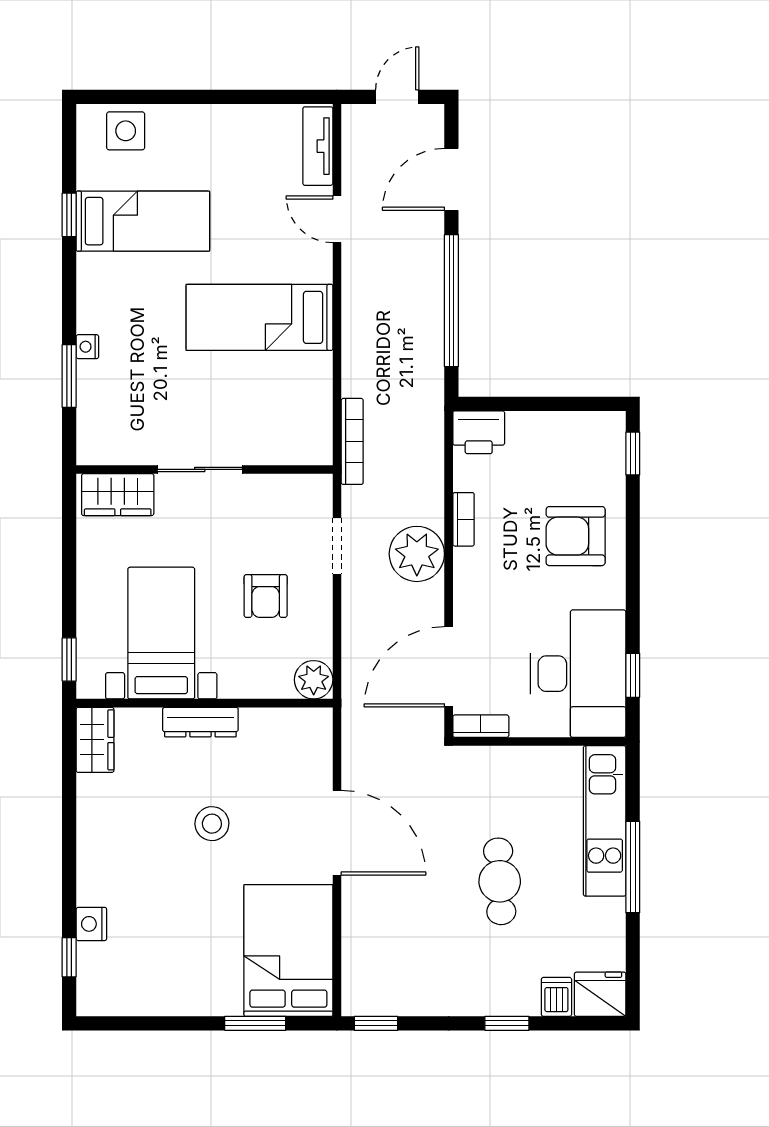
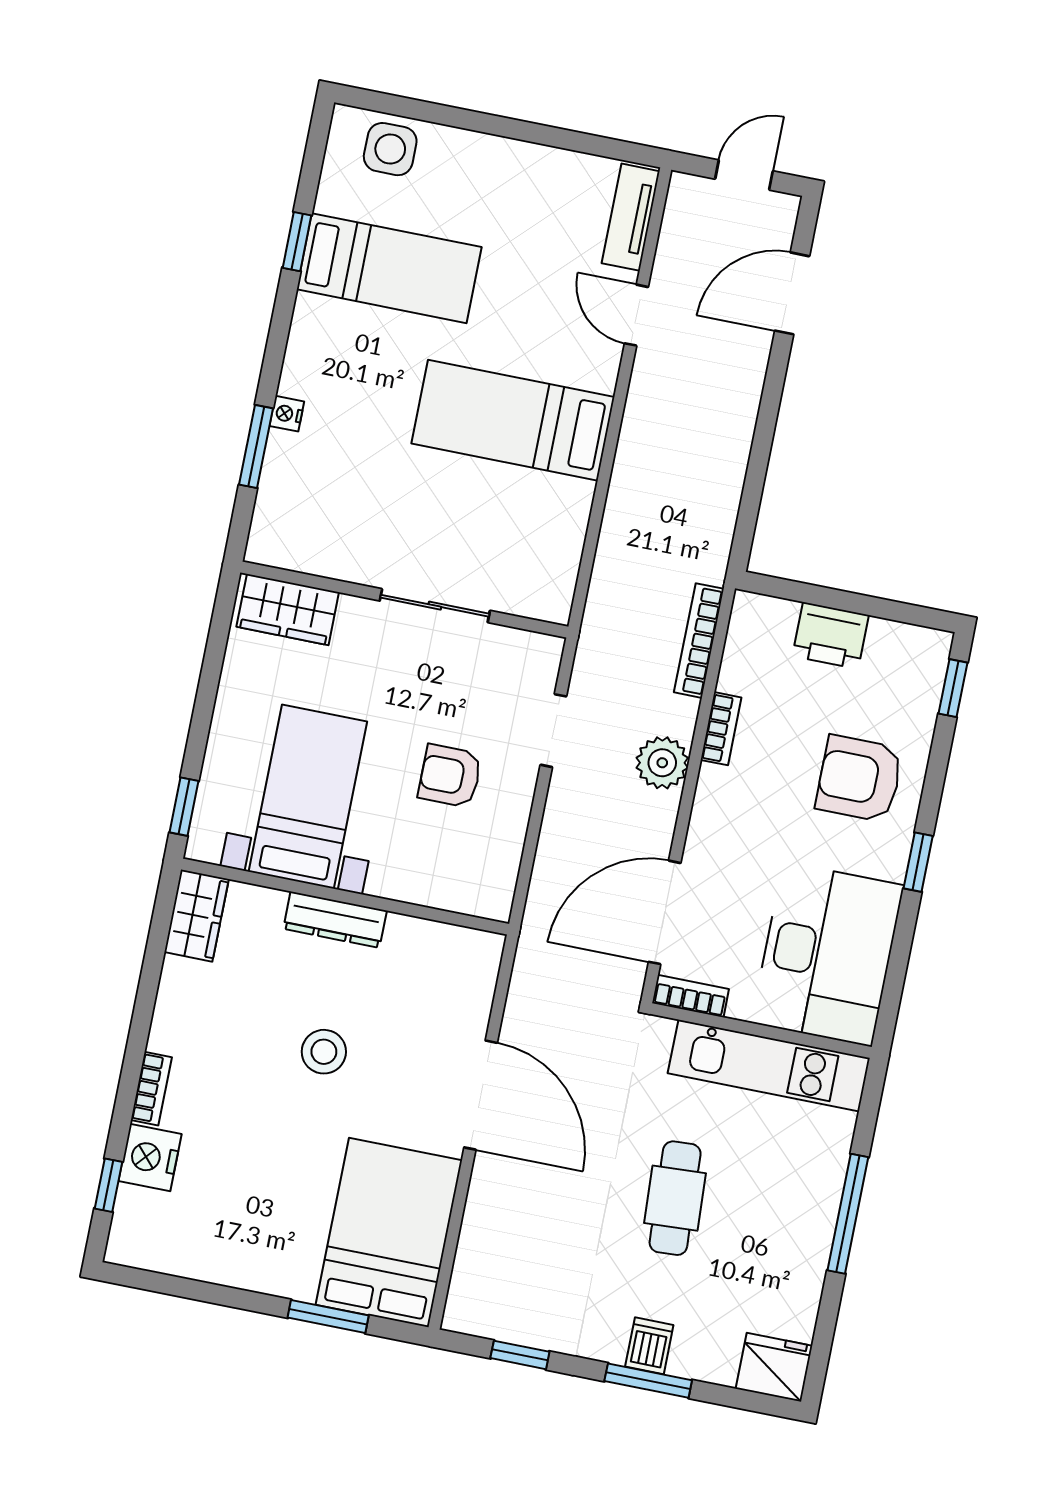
window: (451, 301) -> (761, 448), removed
printer: (479, 432) -> (831, 636), moved
bookcase: (352, 441) -> (699, 641), moved, turned 180
sliding door: (200, 469) -> (435, 606), moved
plant: (417, 554) -> (662, 763), width x0.73, depth x0.73
armchair: (266, 596) -> (450, 776), turned 90
window: (633, 675) -> (918, 862), moved
plant: (314, 680) -> (490, 895), removed
kitchen unit: (605, 821) -> (769, 1066), moved, turned -90
bookcase: (87, 878) -> (151, 1089), added
nightstand: (91, 924) -> (150, 1157), width x1.36, depth x1.33
dishwasher: (556, 997) -> (649, 1346), moved
window: (376, 1023) -> (520, 1355), moved
window: (507, 1023) -> (648, 1381), width x1.50

